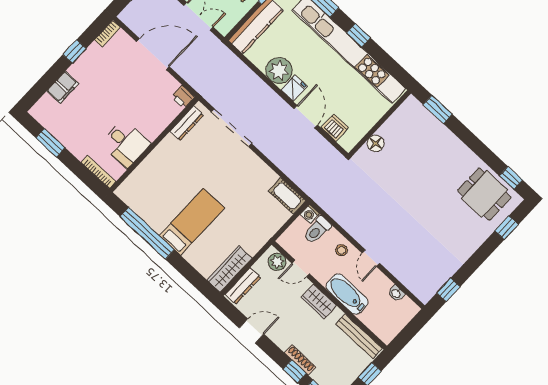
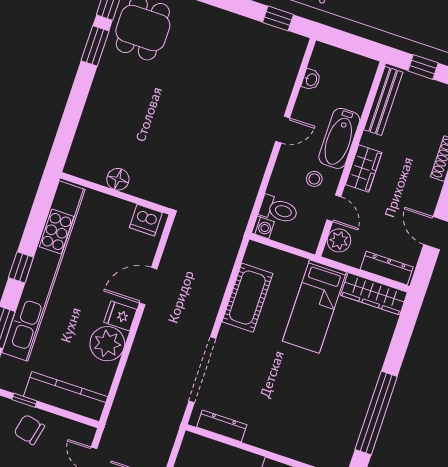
printer: (183, 97) -> (192, 445), removed
window: (438, 109) -> (95, 46), moved
dishwasher: (335, 128) -> (146, 220), moved, turned -90
floor lamp: (376, 143) -> (118, 179), moved
cot: (287, 196) -> (247, 298), moved, width x1.37, depth x1.34
bed: (192, 222) -> (314, 306), moved, turned -90
stool: (341, 250) -> (314, 179), moved

